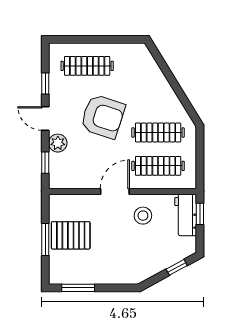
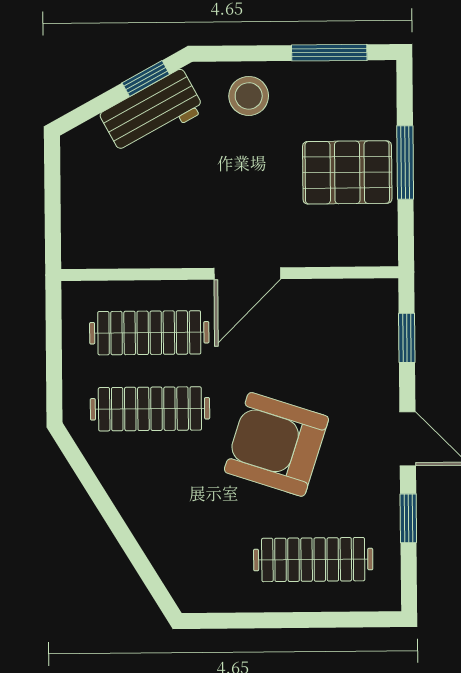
plant: (58, 143) -> (378, 383), removed
window: (200, 214) -> (53, 224), removed
workbench: (186, 215) -> (152, 112), moved, turned 61
stool: (143, 216) -> (249, 96), moved
window: (177, 267) -> (146, 79), moved

